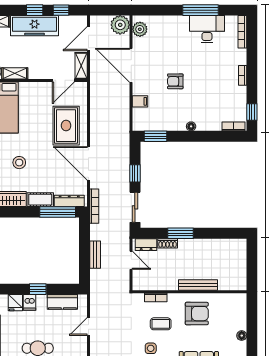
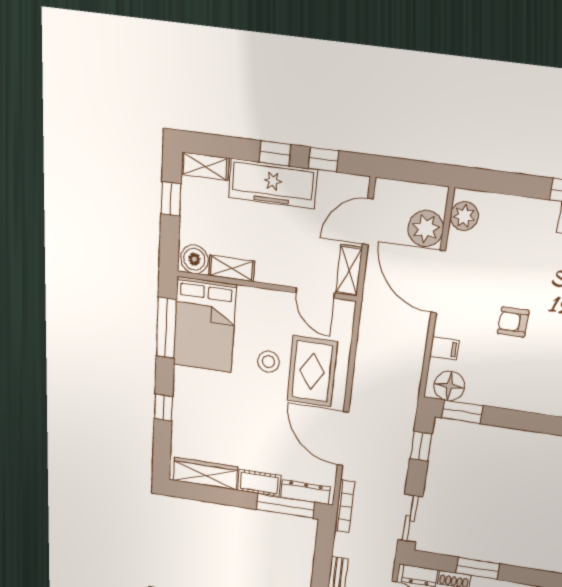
plant: (120, 25) -> (426, 229), moved
door: (63, 80) -> (315, 293), hinge flipped
floor lamp: (191, 126) -> (449, 386), moved, width x1.89, depth x1.89
stool: (19, 163) -> (268, 362), moved
window: (135, 173) -> (421, 446), moved

